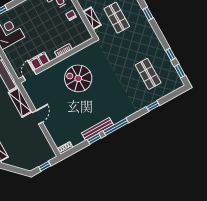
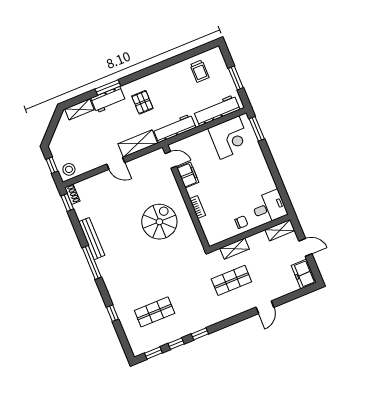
window: (148, 14) -> (200, 334), moved
window: (94, 139) -> (67, 202), moved
stool: (46, 153) -> (69, 169), added

